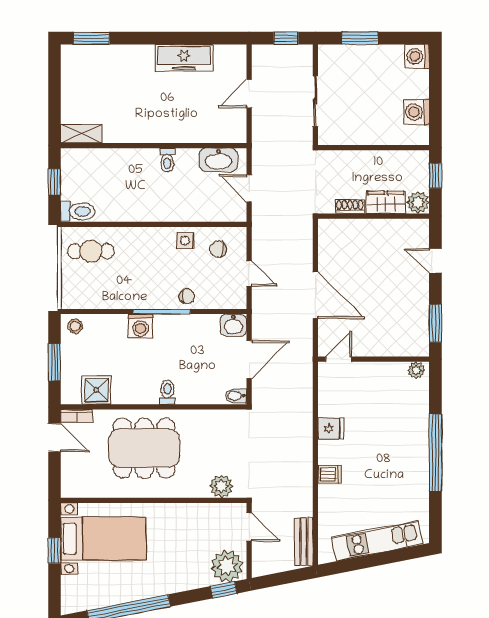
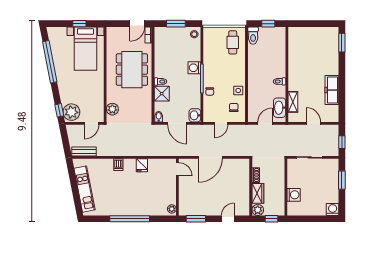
washing machine: (416, 112) -> (294, 195), moved, turned 90
shelving: (81, 134) -> (293, 102), moved
shower: (96, 390) -> (162, 94), moved

